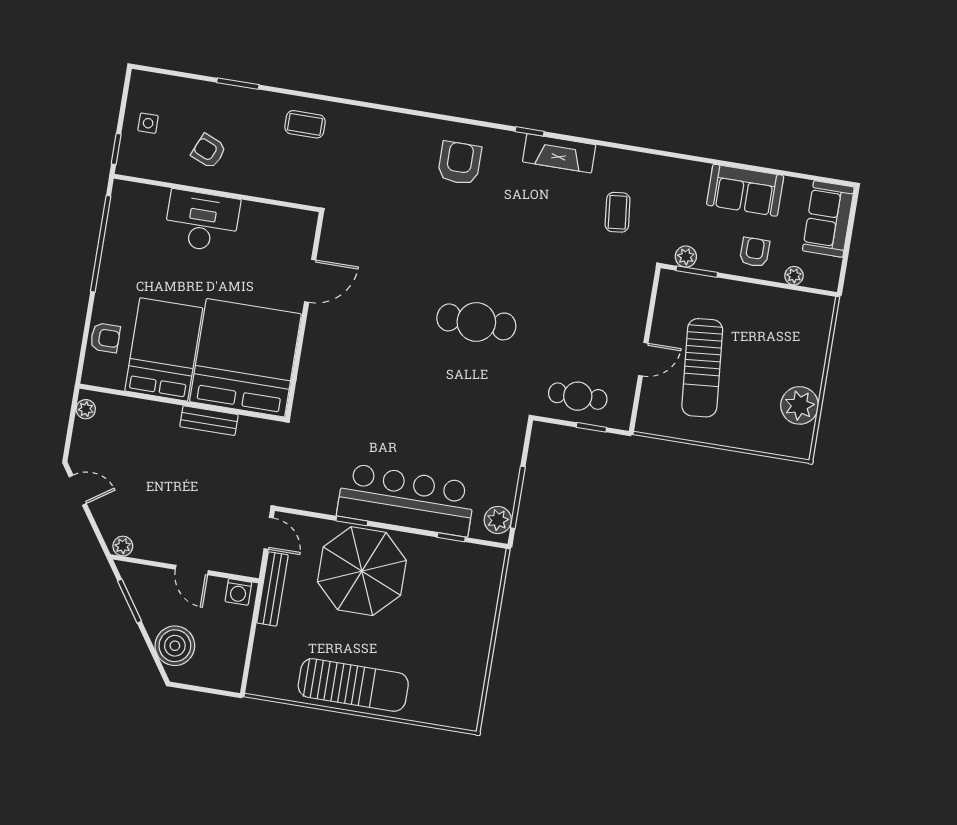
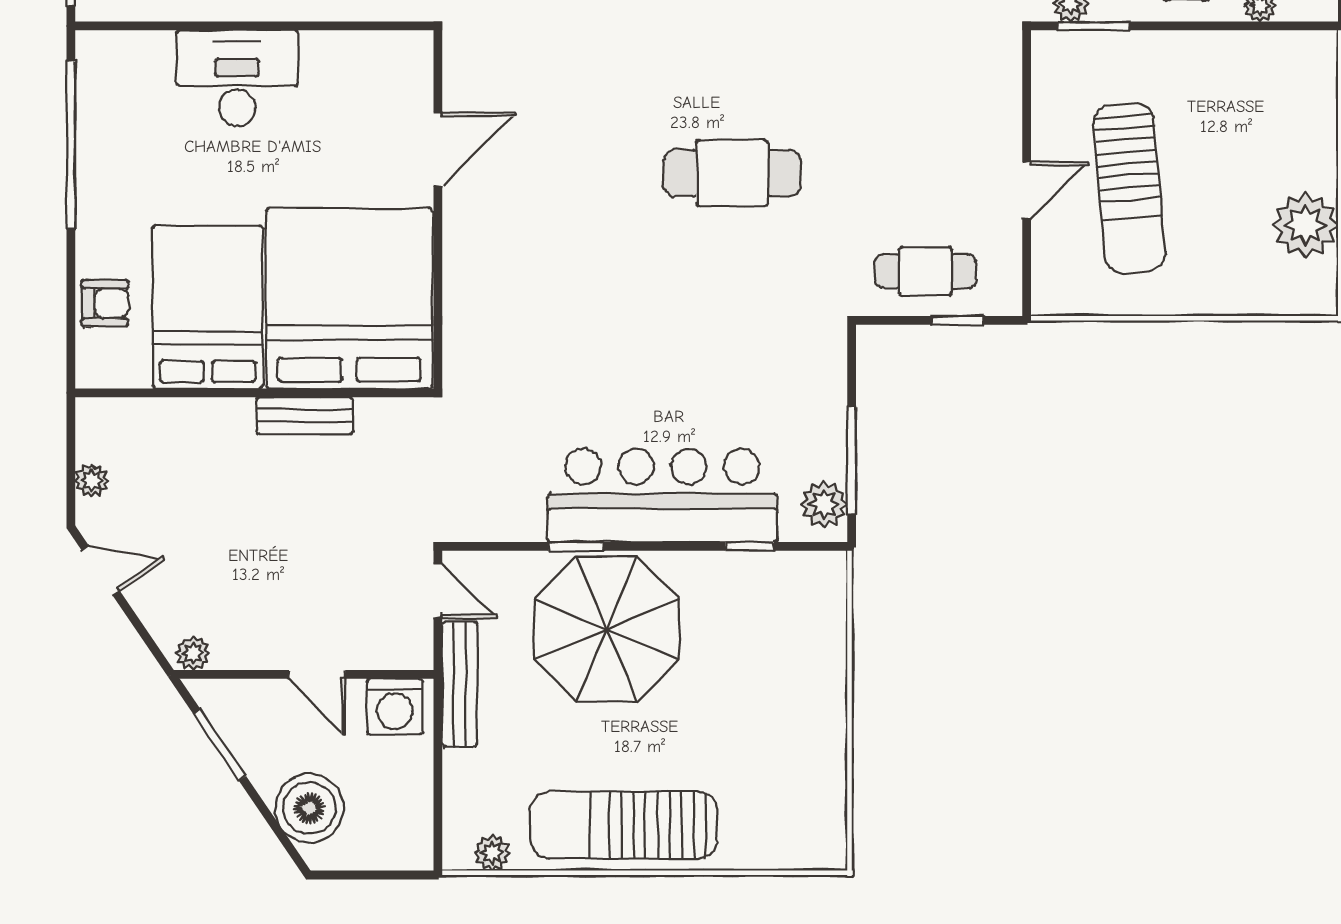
plant: (86, 409) -> (92, 481), moved
washing machine: (238, 592) -> (395, 707), width x1.38, depth x1.38
sun lounger: (353, 685) -> (624, 825), turned 180
plant: (275, 689) -> (492, 853), added

